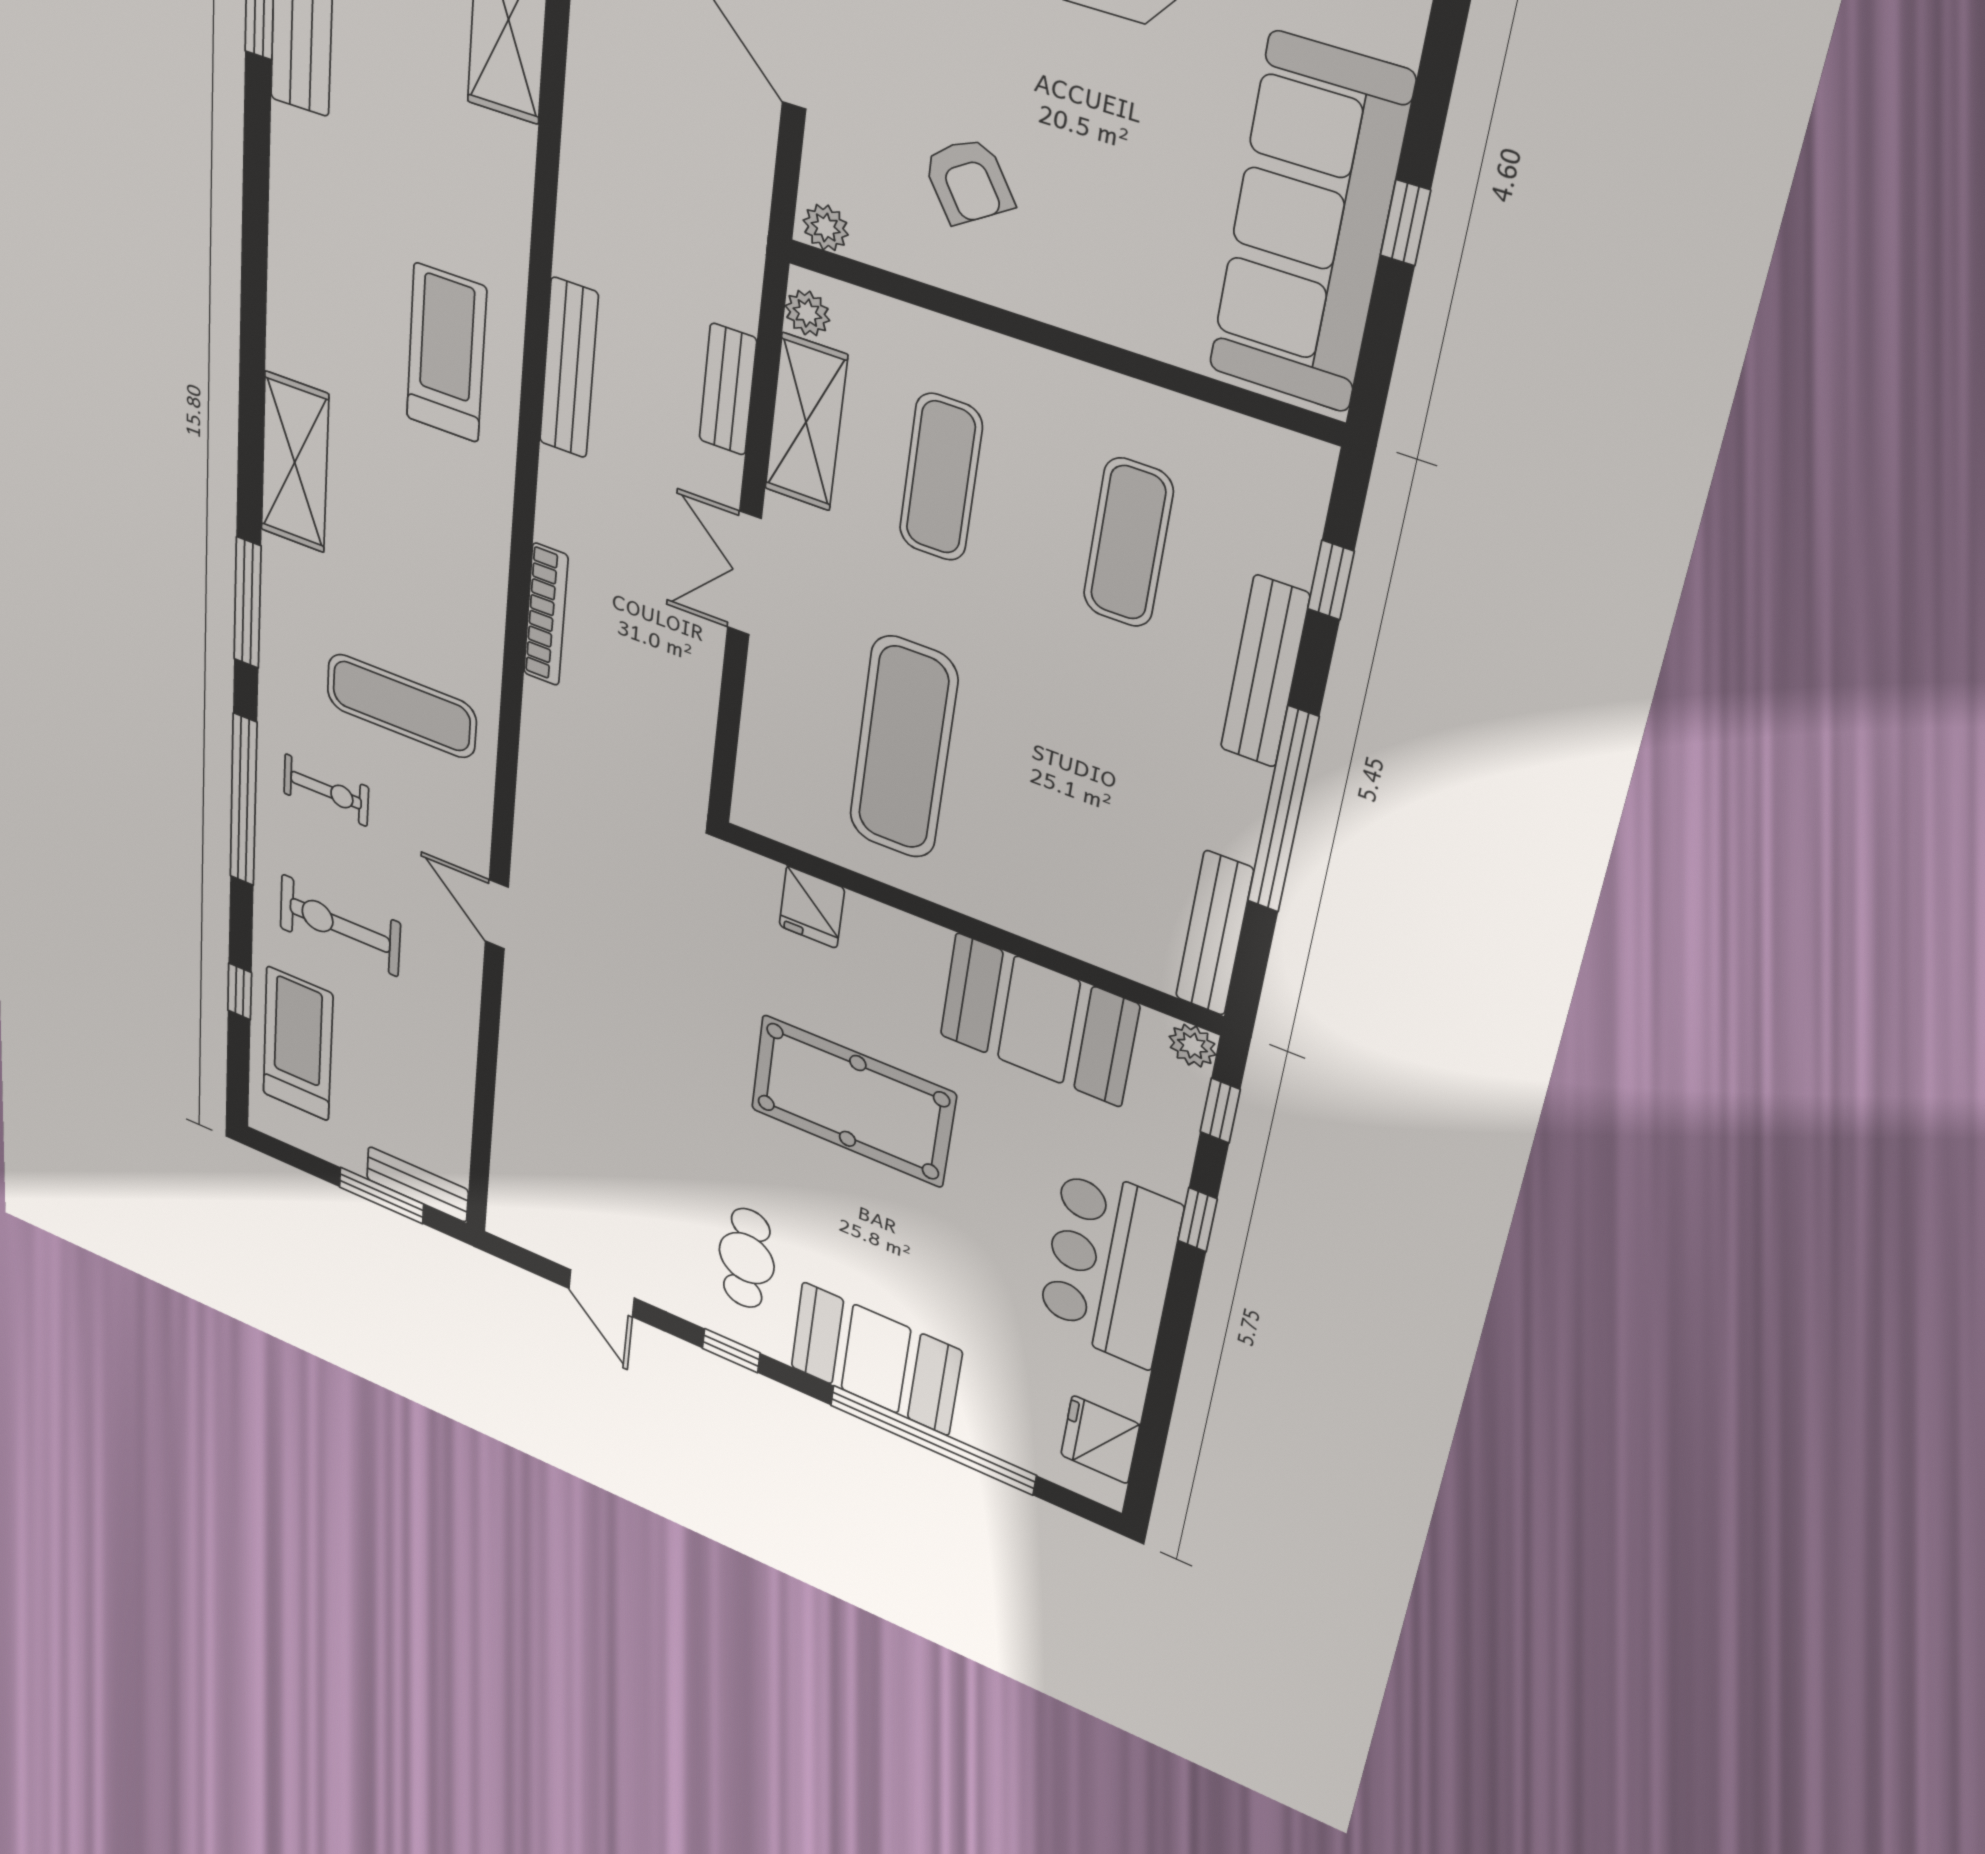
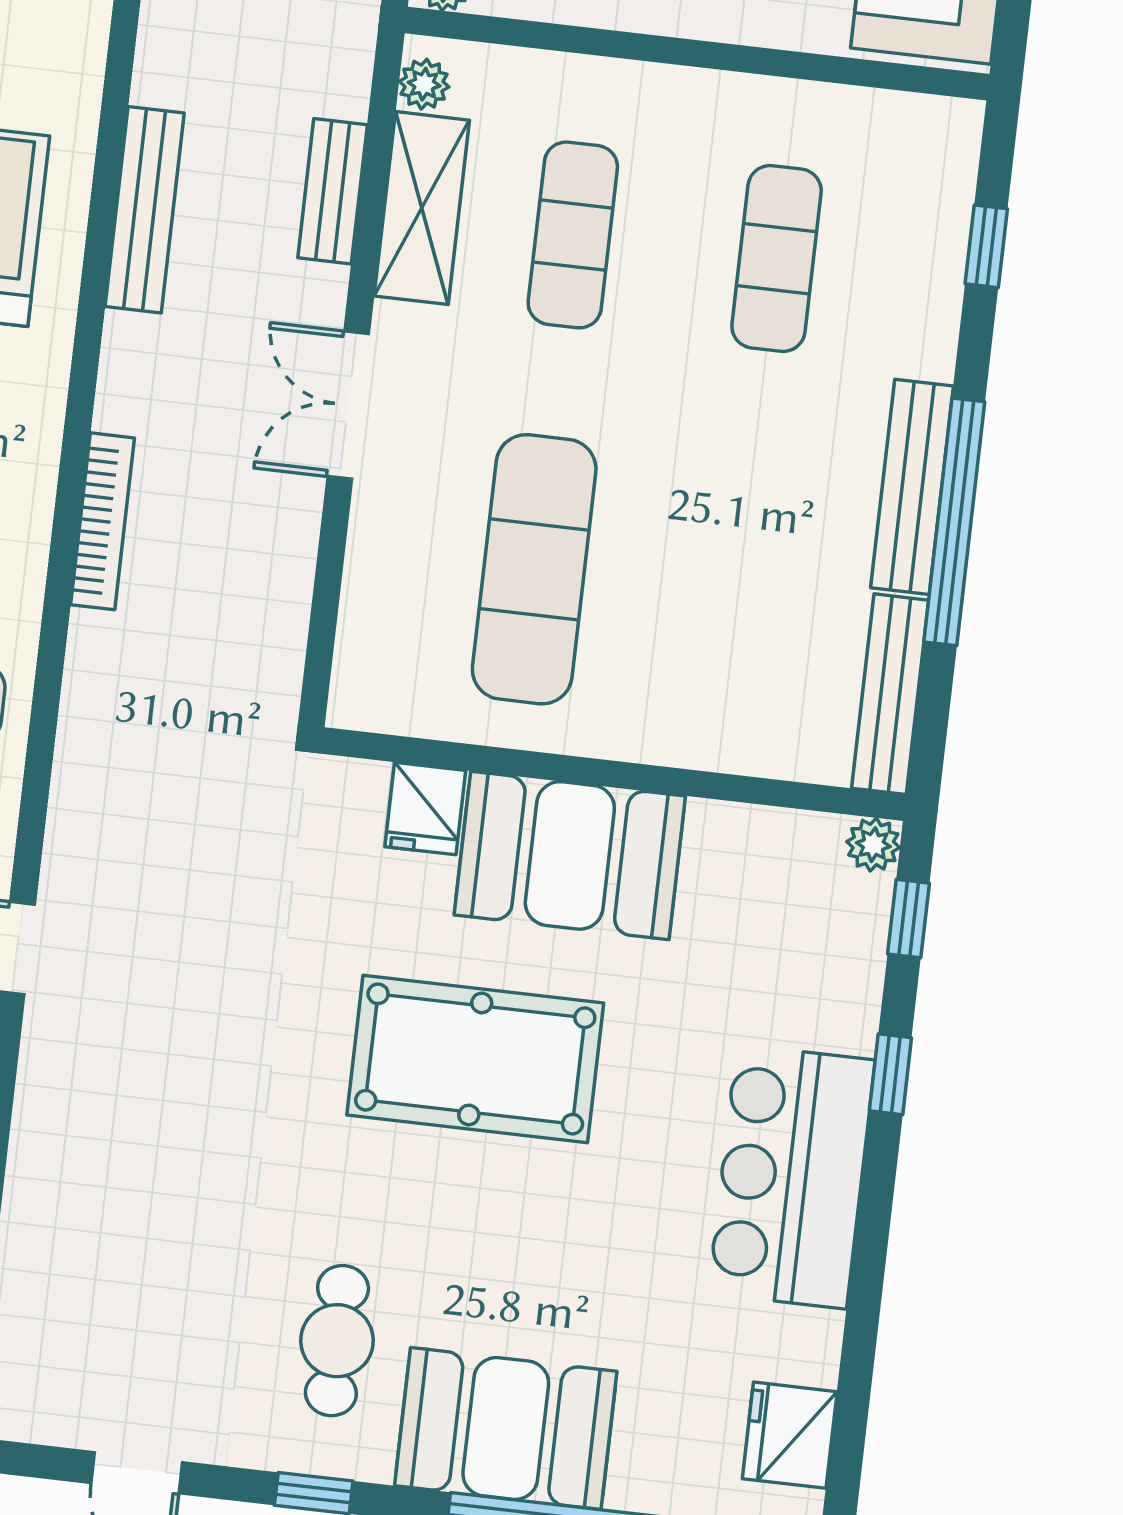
bench: (1265, 672) -> (912, 487), moved
booth: (1039, 1020) -> (570, 855), moved

